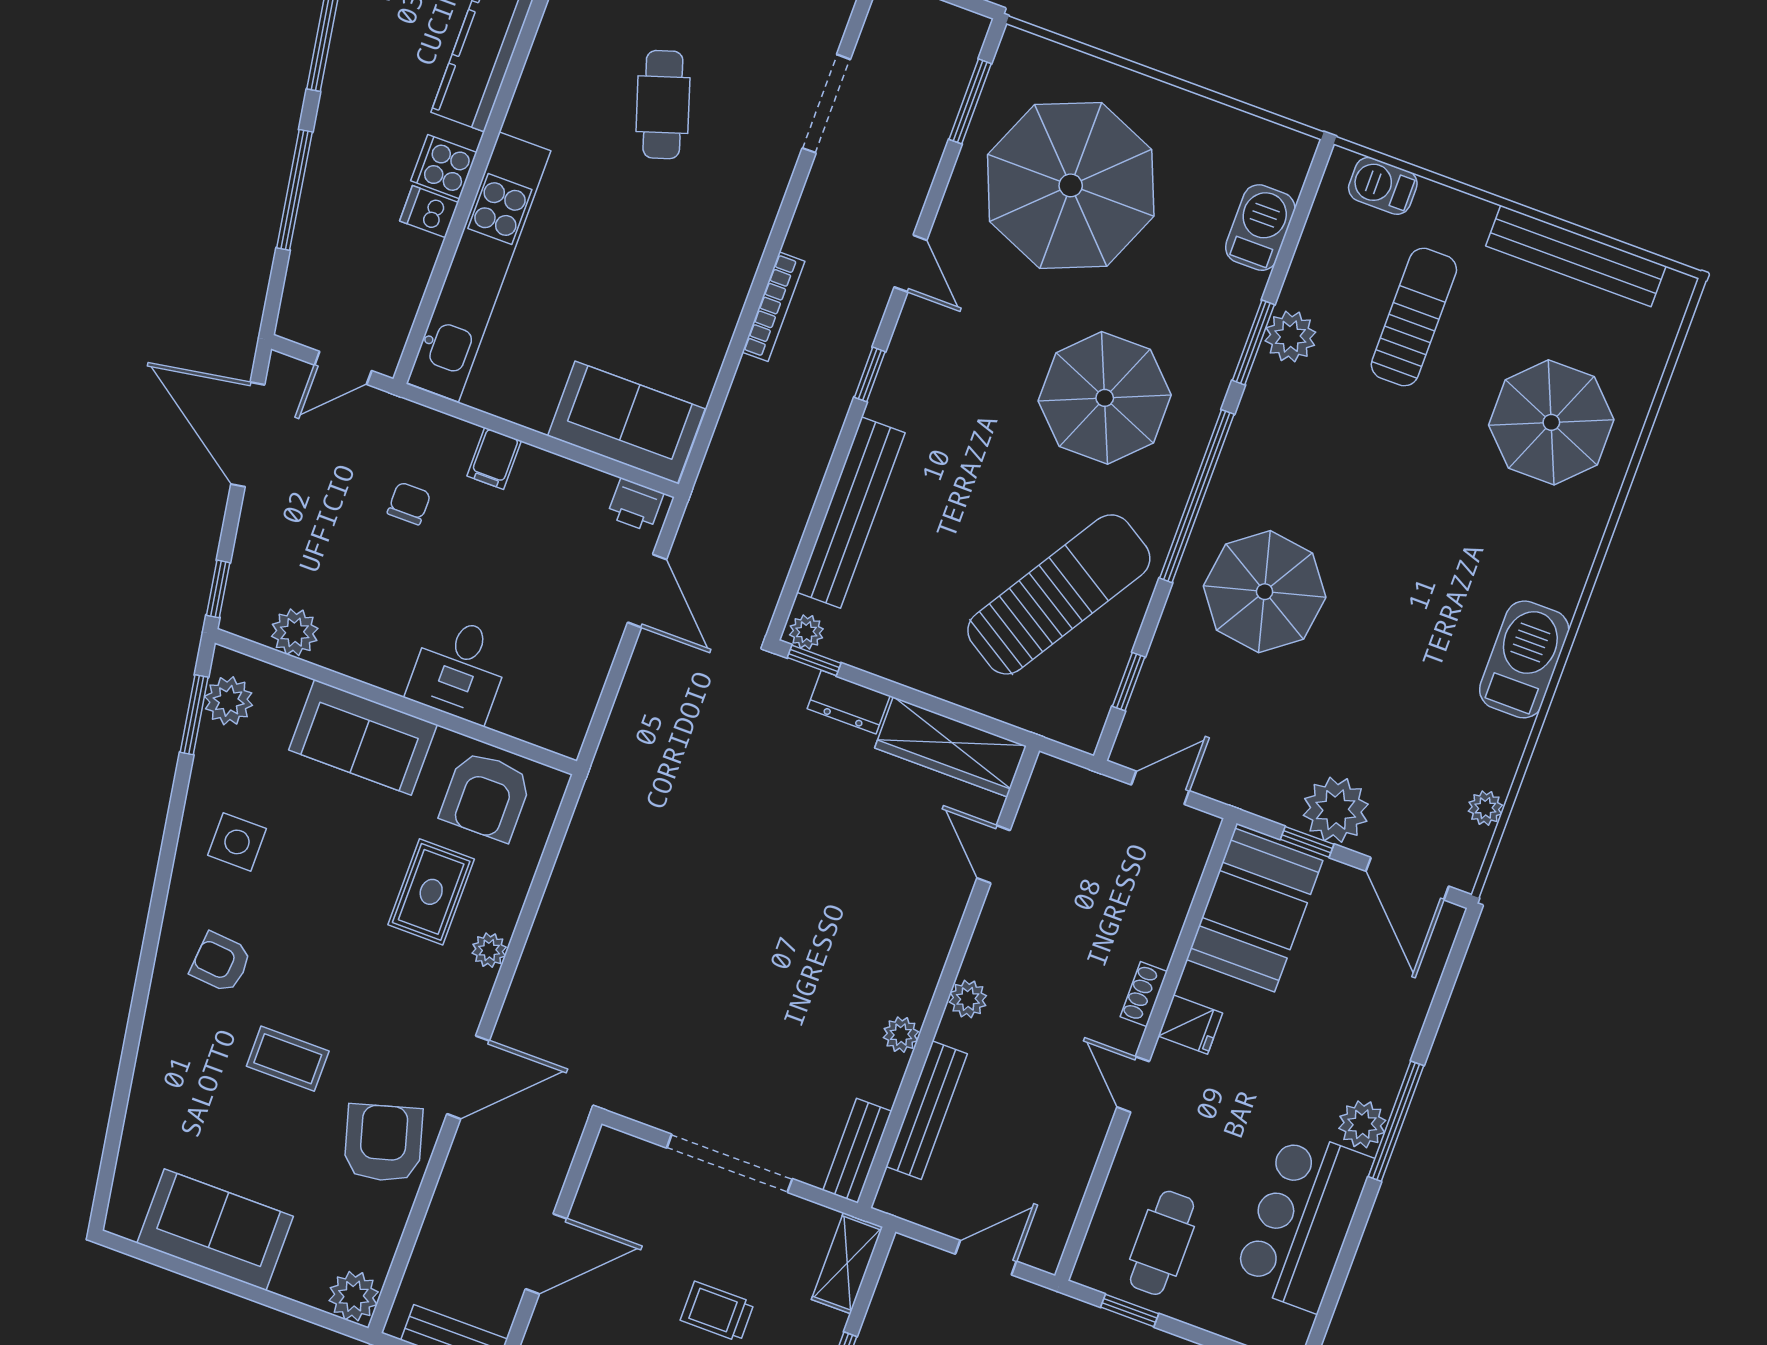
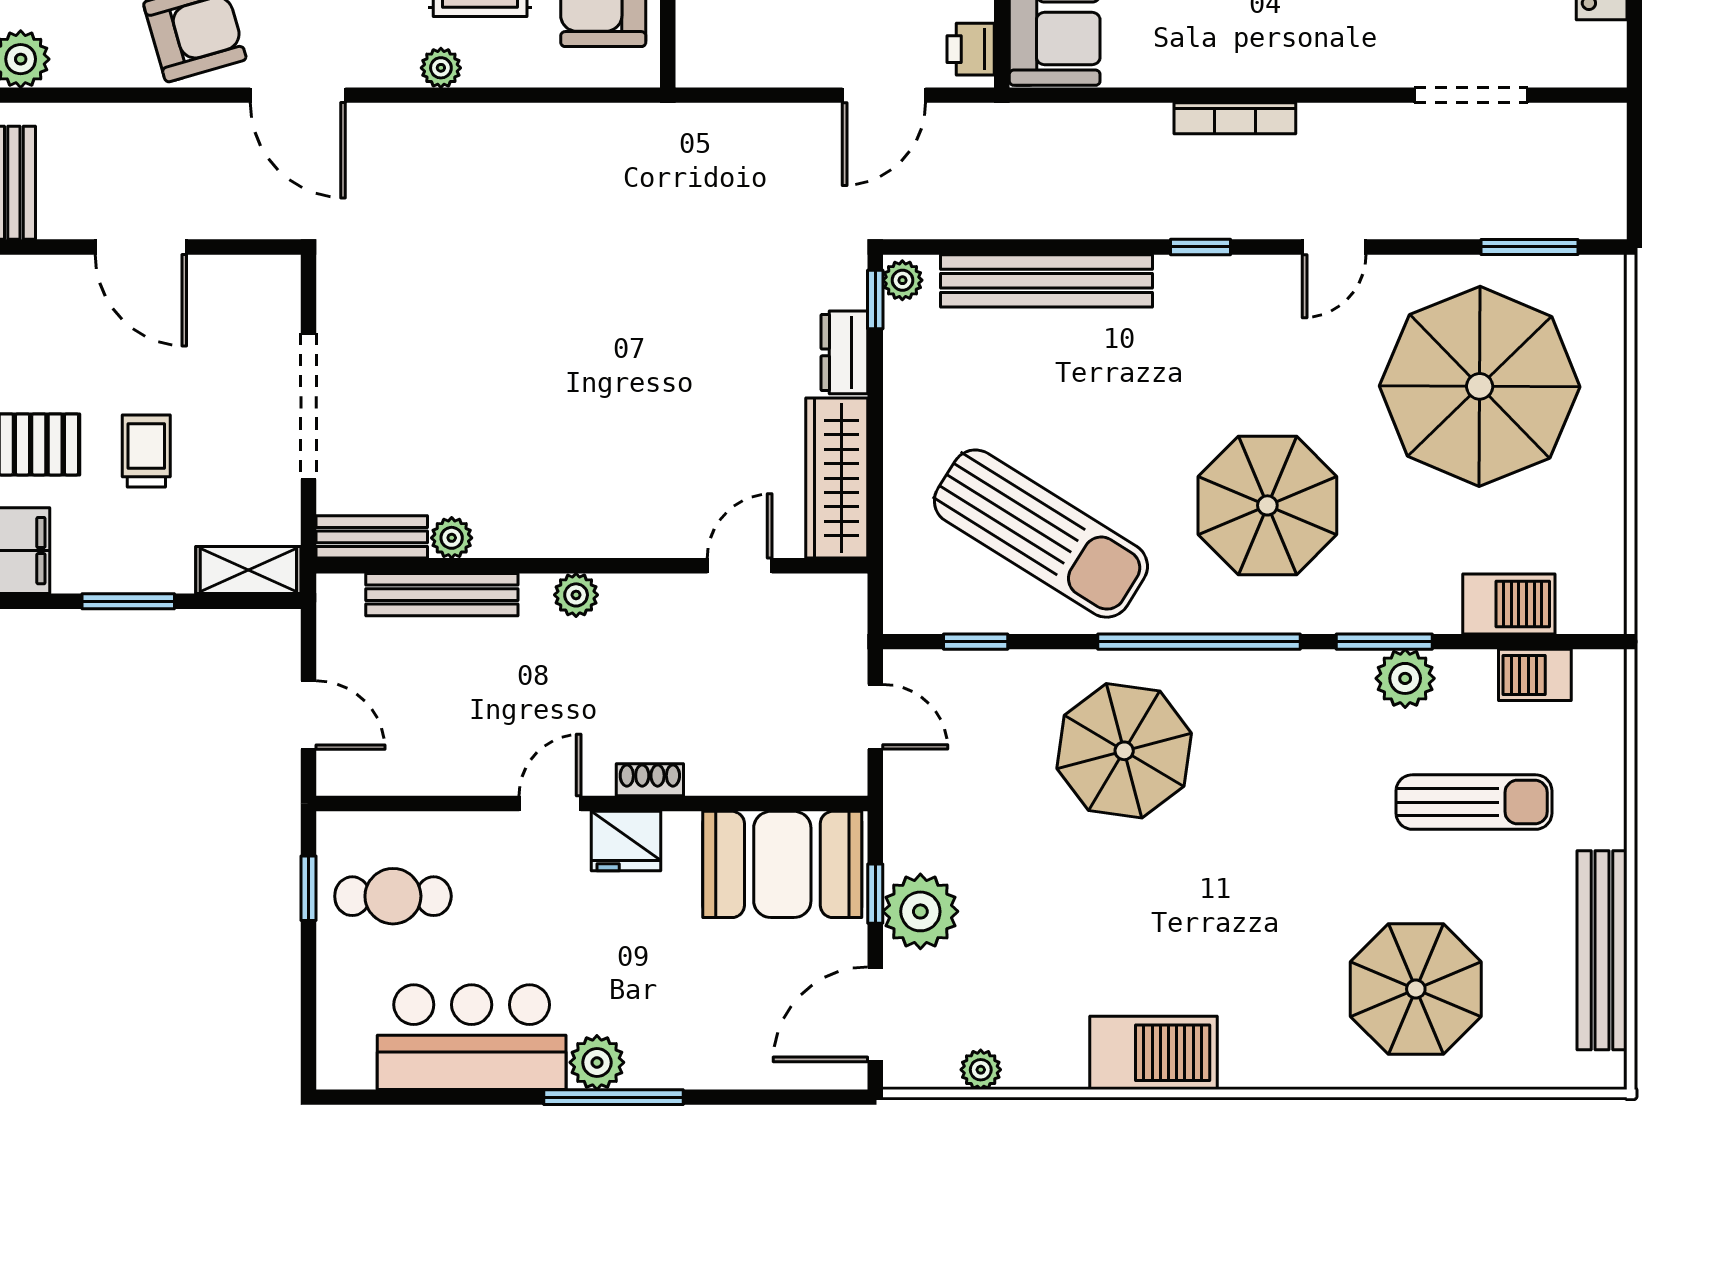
barbecue: (1383, 186) -> (1535, 675), moved, turned -90
fridge: (1190, 1025) -> (626, 841), width x1.38
plant: (901, 1035) -> (452, 538), moved

